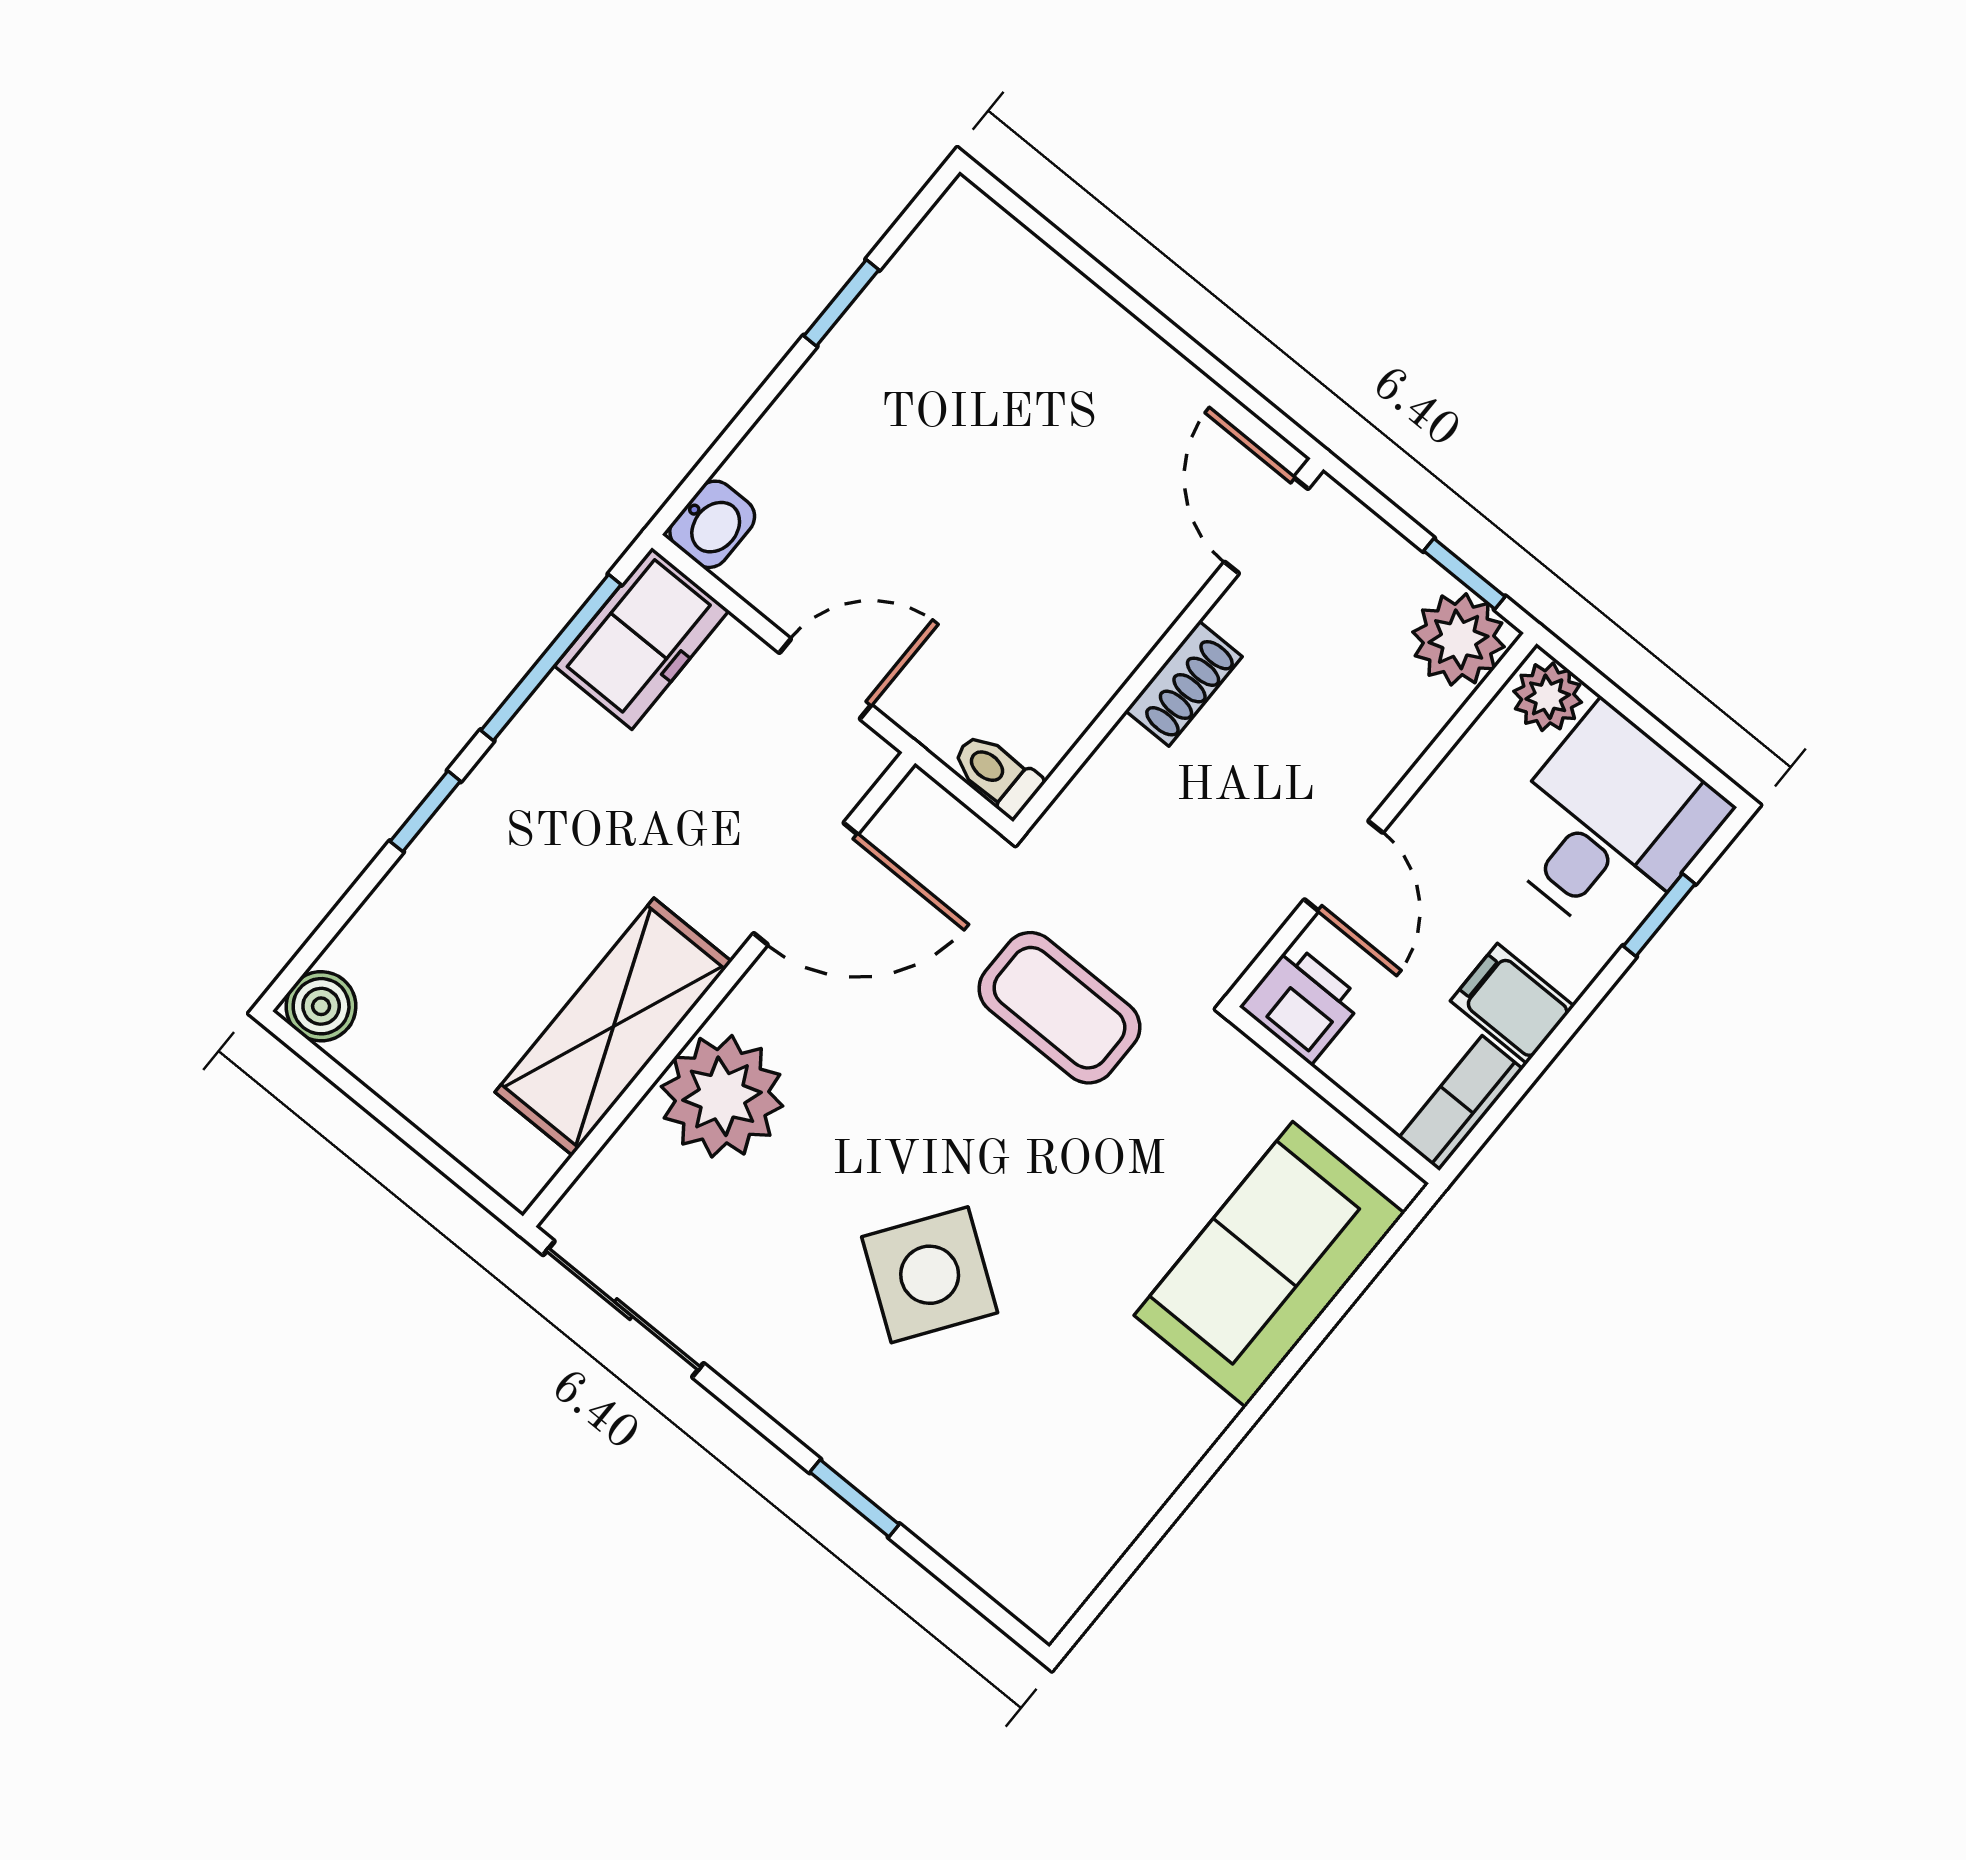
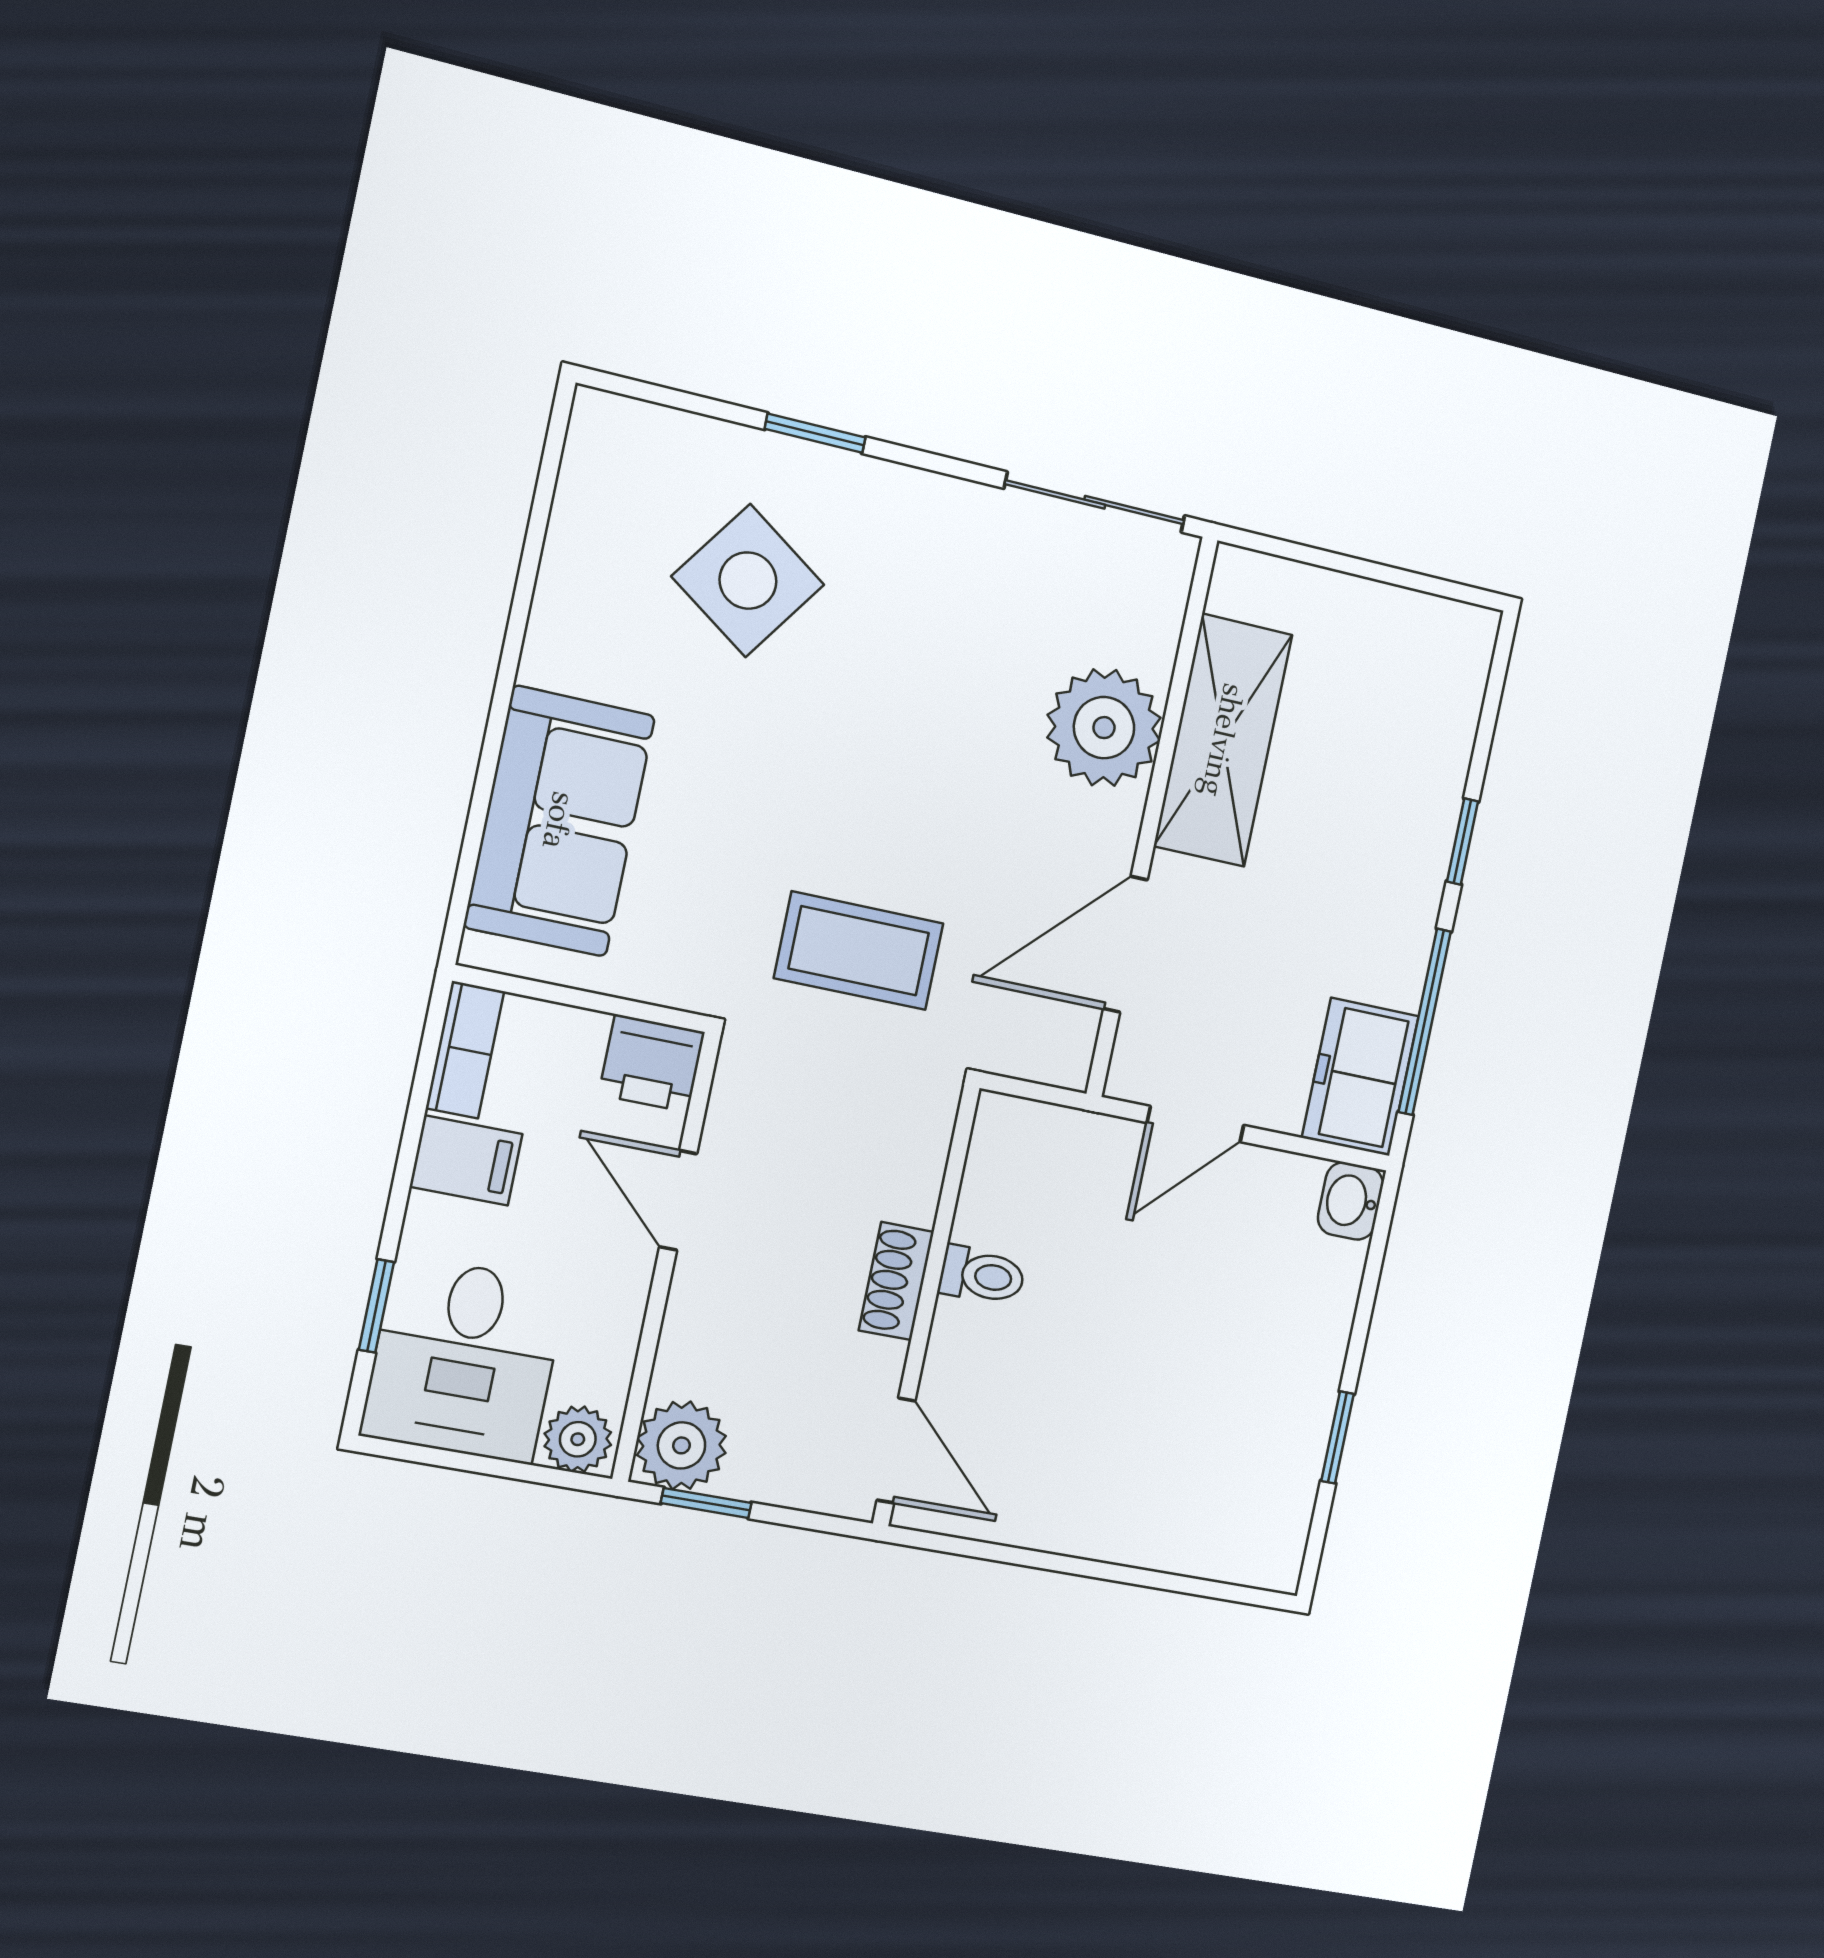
toilet: (996, 774) -> (982, 1275), moved
boiler: (321, 1006) -> (1467, 635), removed
side table: (930, 1275) -> (748, 581), moved

